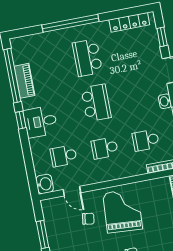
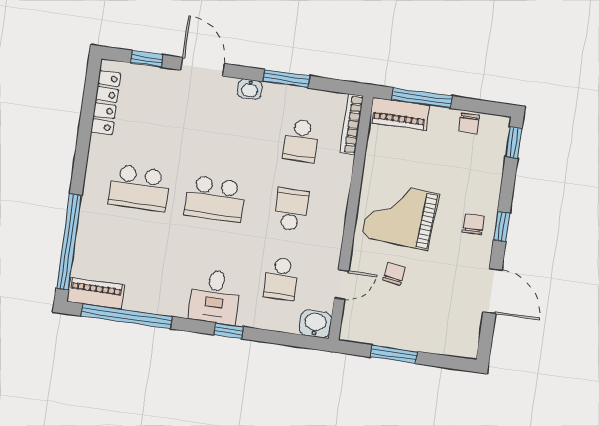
window: (70, 23) -> (69, 242), moved
piano: (24, 81) -> (96, 293), moved
school desk: (96, 103) -> (215, 199), turned 180
window: (21, 120) -> (229, 331), moved
school desk: (105, 148) -> (291, 210), turned 180

